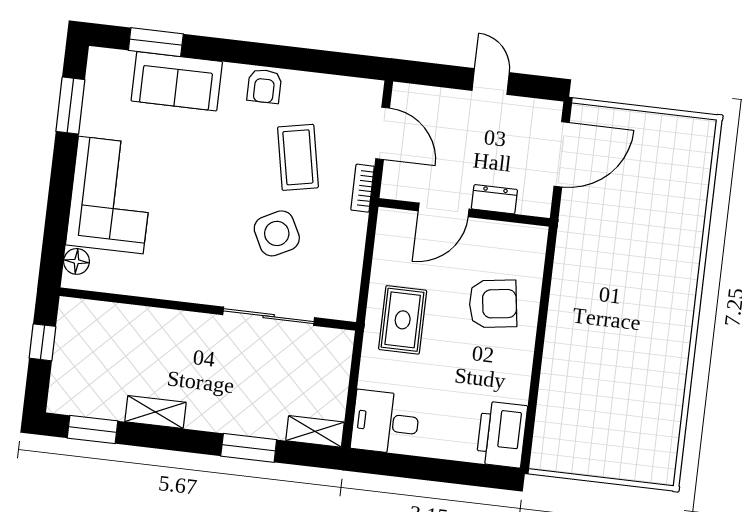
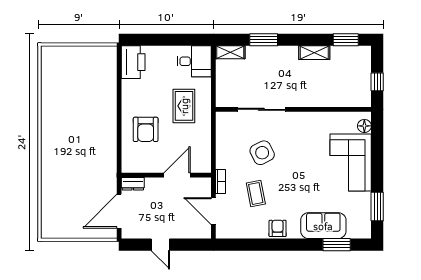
coffee table: (298, 157) -> (256, 194), width x0.73, depth x0.77
dresser: (494, 199) -> (133, 184), moved
armchair: (493, 304) -> (146, 129), turned -82
rug: (403, 320) -> (184, 106), moved

